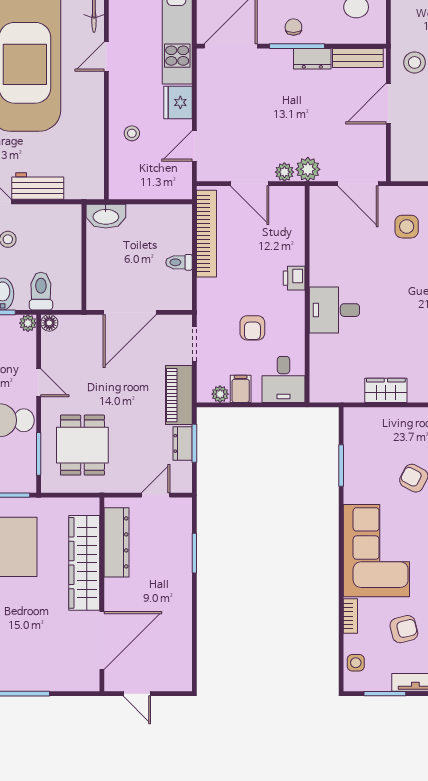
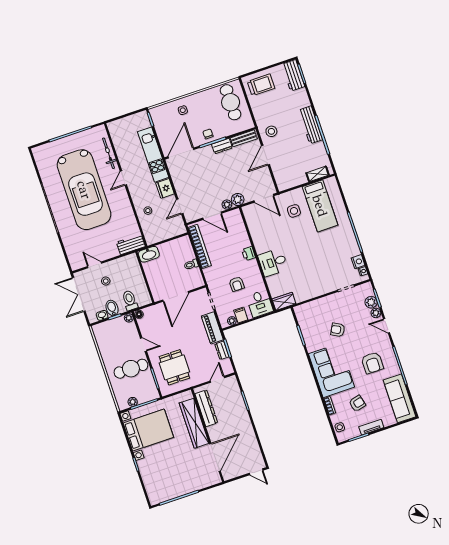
workbench: (38, 186) -> (131, 244), moved
wardrobe: (386, 390) -> (284, 301), moved
door: (137, 694) -> (256, 472), moved

